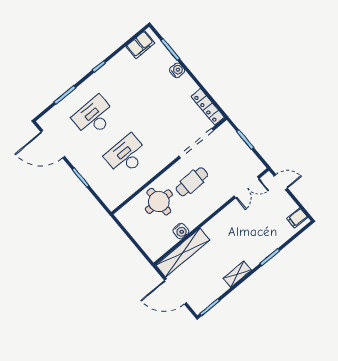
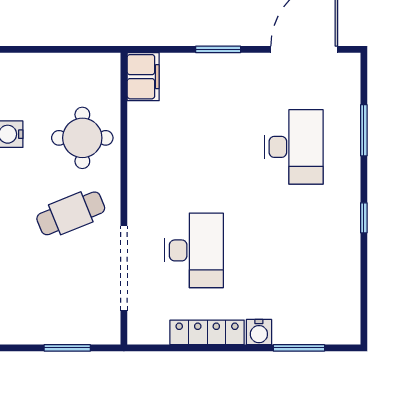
filing cabinet: (140, 45) -> (143, 77), moved, turned 180
locker: (208, 107) -> (207, 332), moved
desk: (126, 155) -> (194, 250), moved
cafe table: (192, 182) -> (71, 213), turned 68

